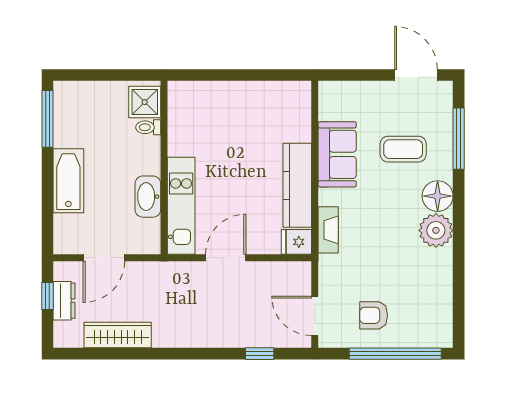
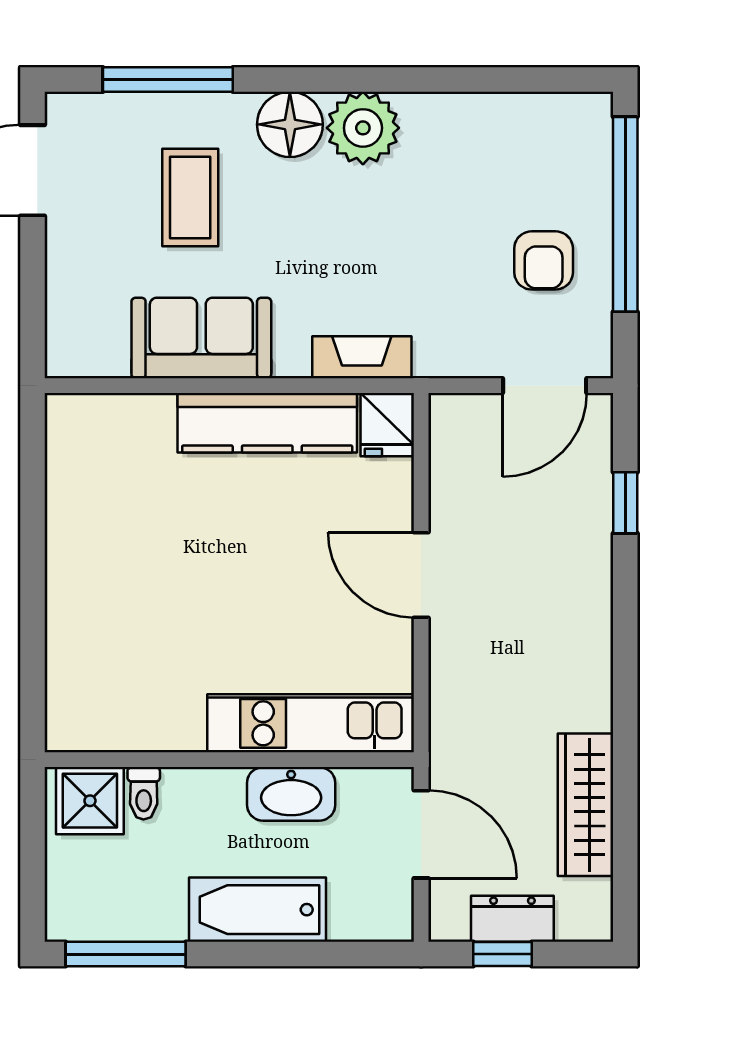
shower: (145, 102) -> (90, 801), moved
toilet: (148, 127) -> (144, 793), moved
wall: (164, 168) -> (229, 760), moved
washbasin: (148, 197) -> (291, 794), moved
kitchen unit: (181, 206) -> (311, 723), moved

